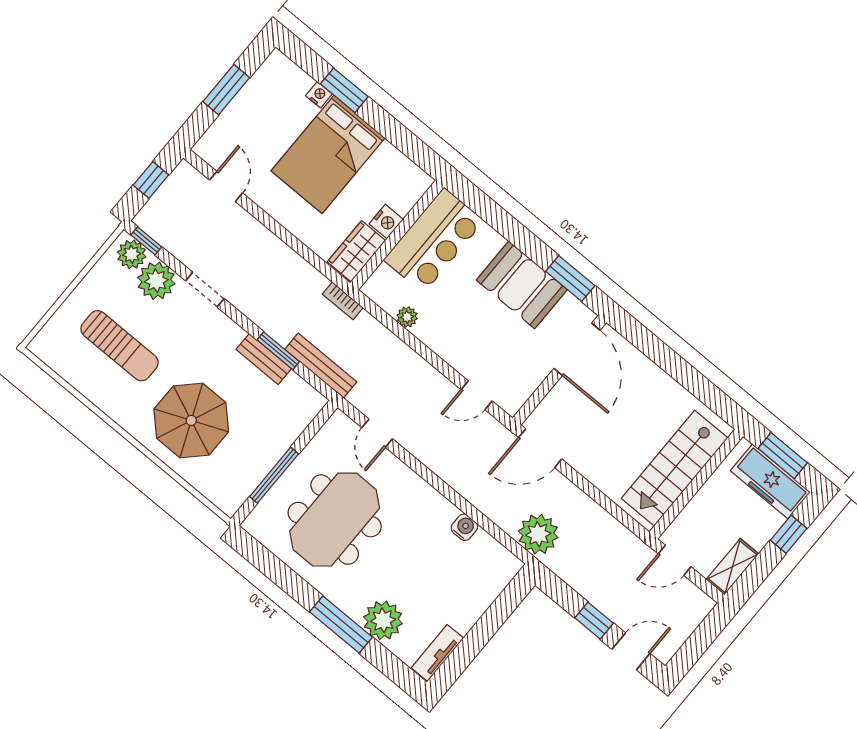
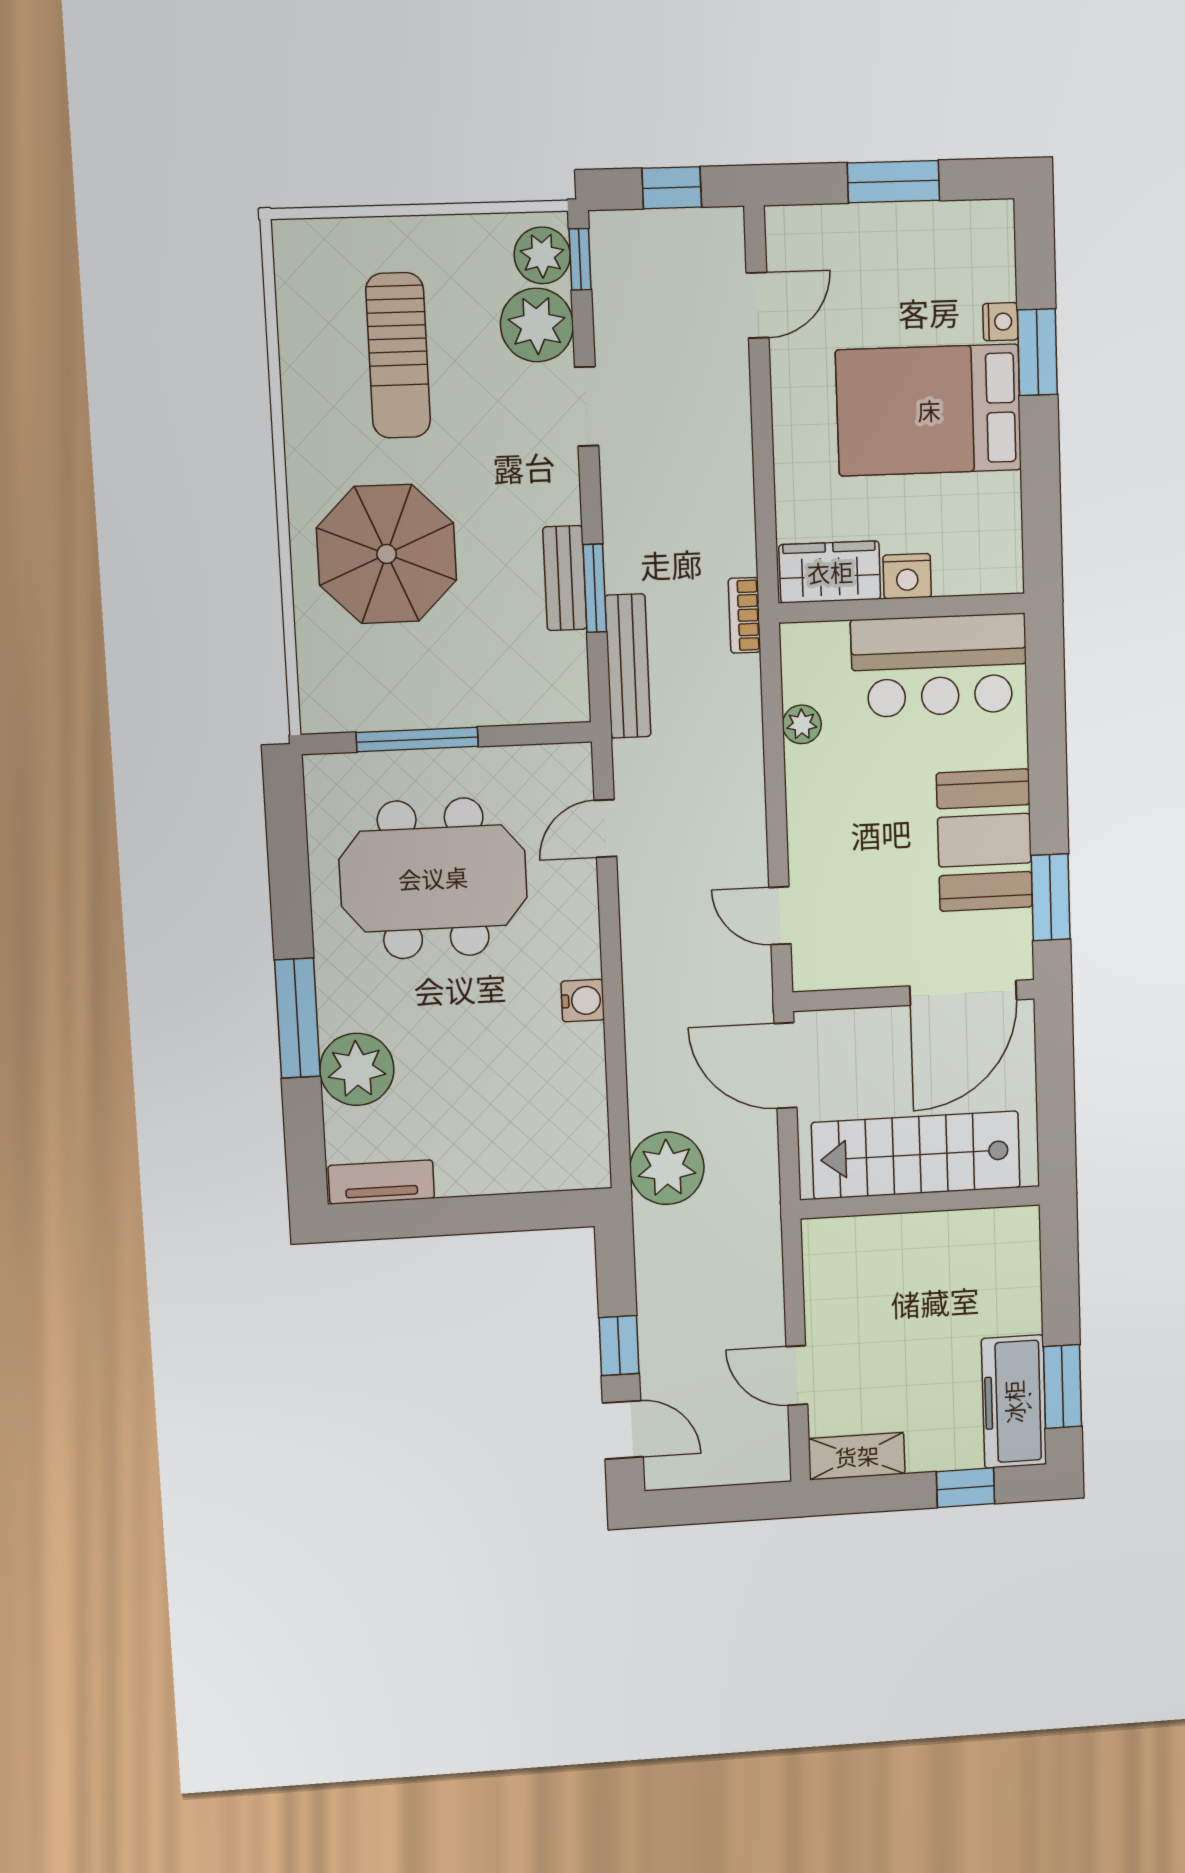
stairs: (675, 468) -> (916, 1155), moved
wall: (696, 484) -> (920, 1202), moved
water cooler: (464, 527) -> (583, 1001), moved

